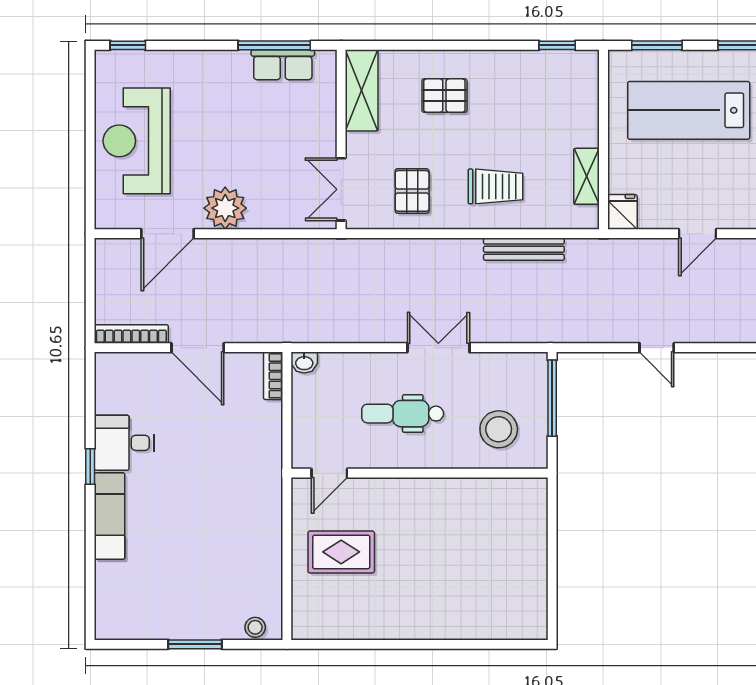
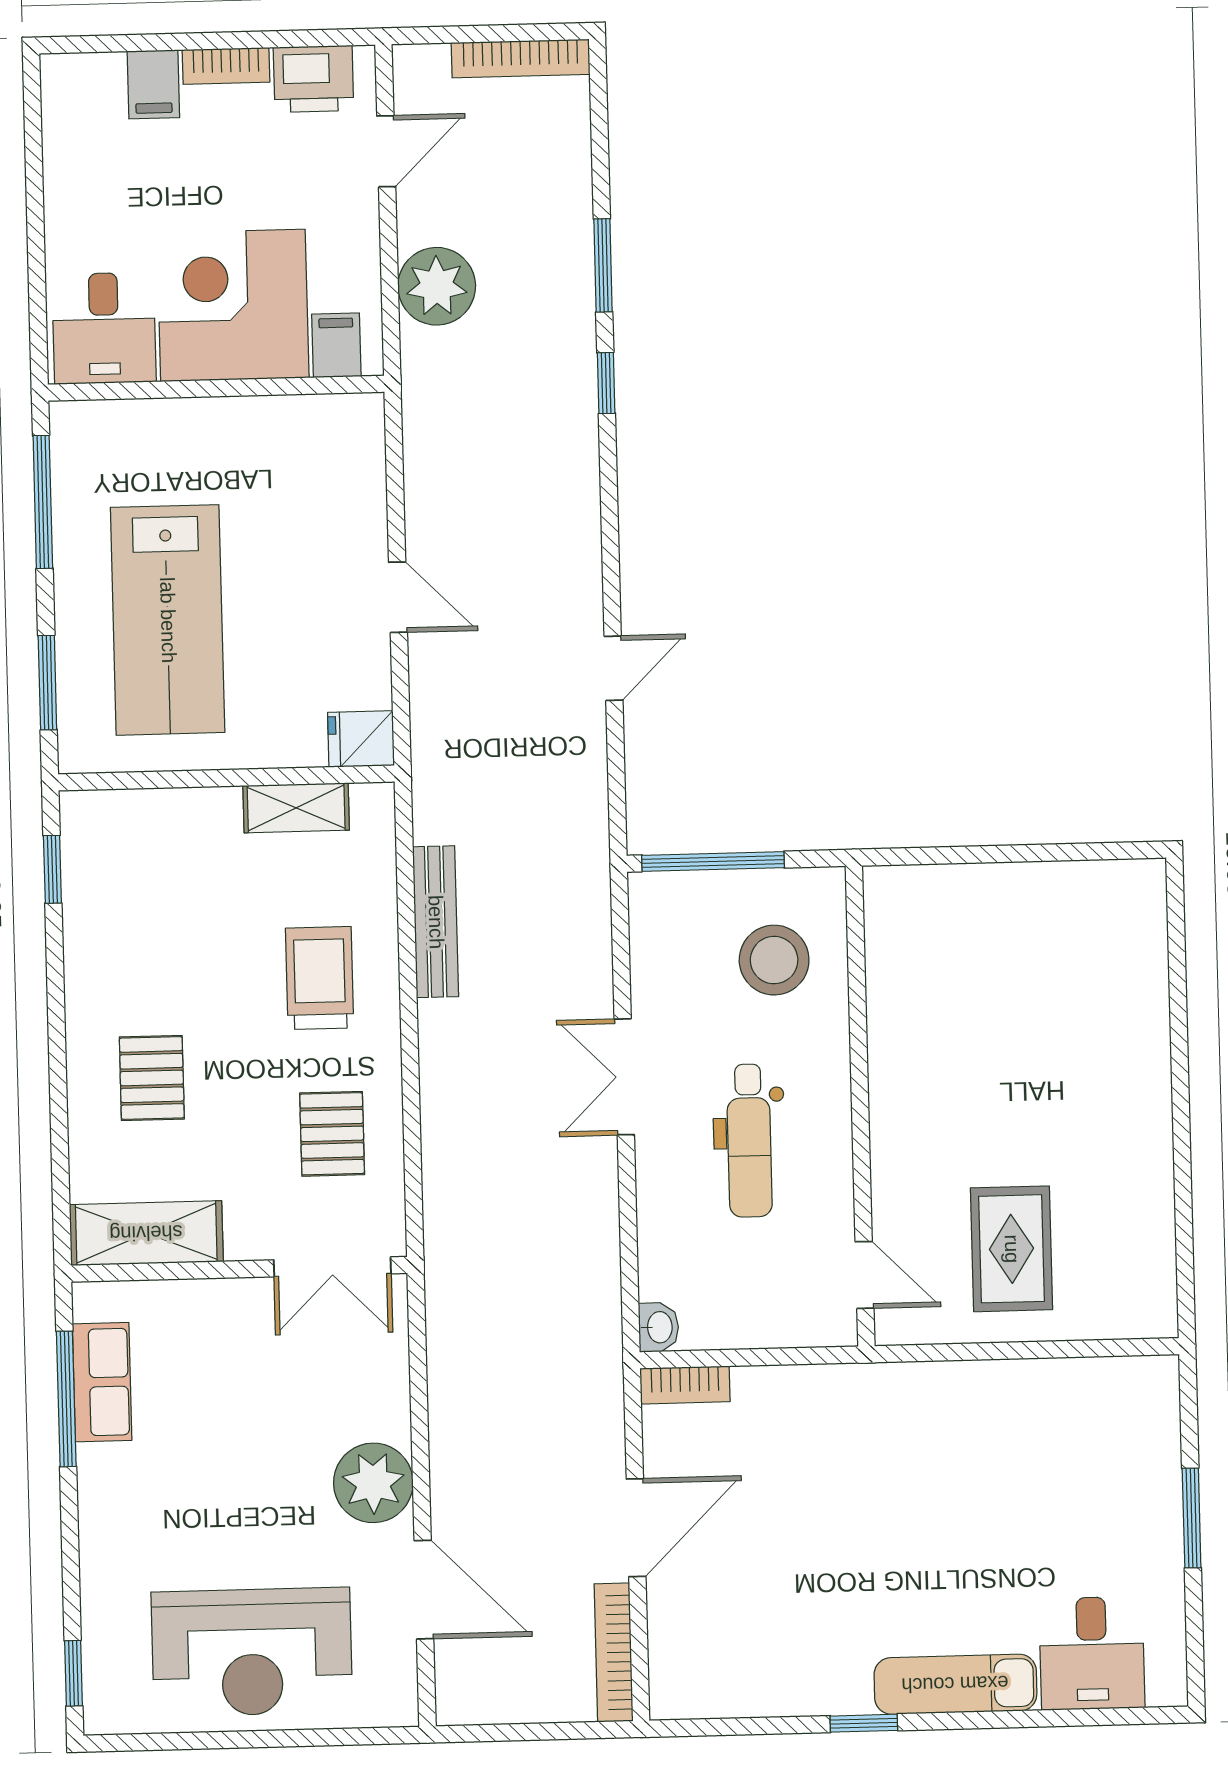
pallet: (412, 191) -> (332, 1134), turned 90
desk: (124, 443) -> (1092, 1653), moved
stool: (255, 627) -> (1157, 1406), removed

